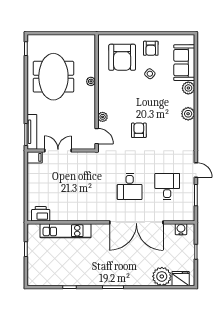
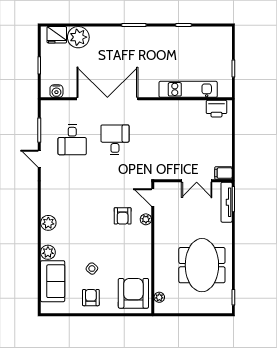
armchair: (122, 57) -> (133, 293), moved
plant: (91, 81) -> (159, 297), moved
armchair: (139, 130) -> (123, 216), moved

